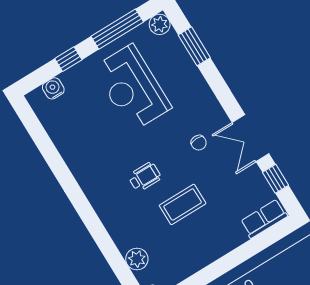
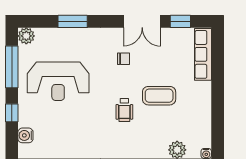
window: (194, 46) -> (73, 21), moved
wheelchair: (145, 177) -> (124, 110), turned 180
coffee table: (183, 204) -> (159, 96), turned 90
row of seats: (264, 219) -> (203, 54), width x1.48

